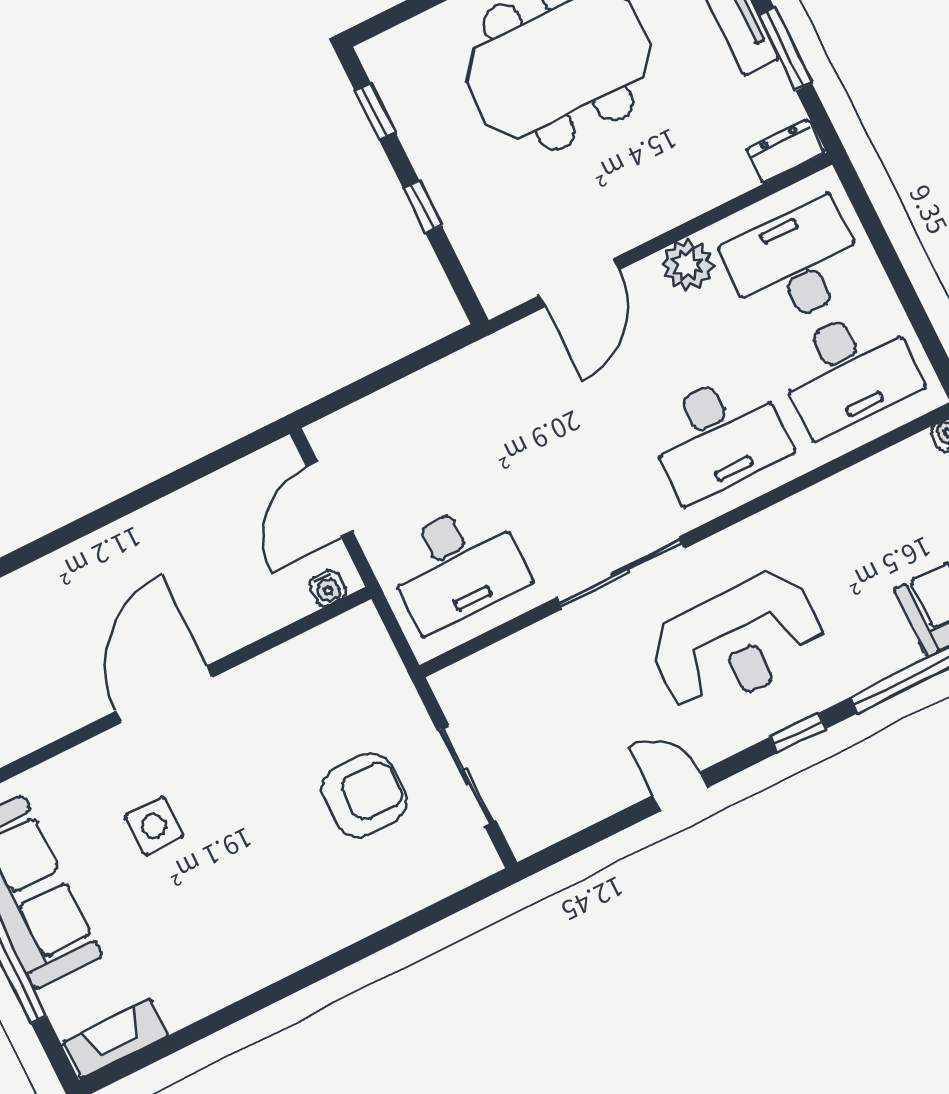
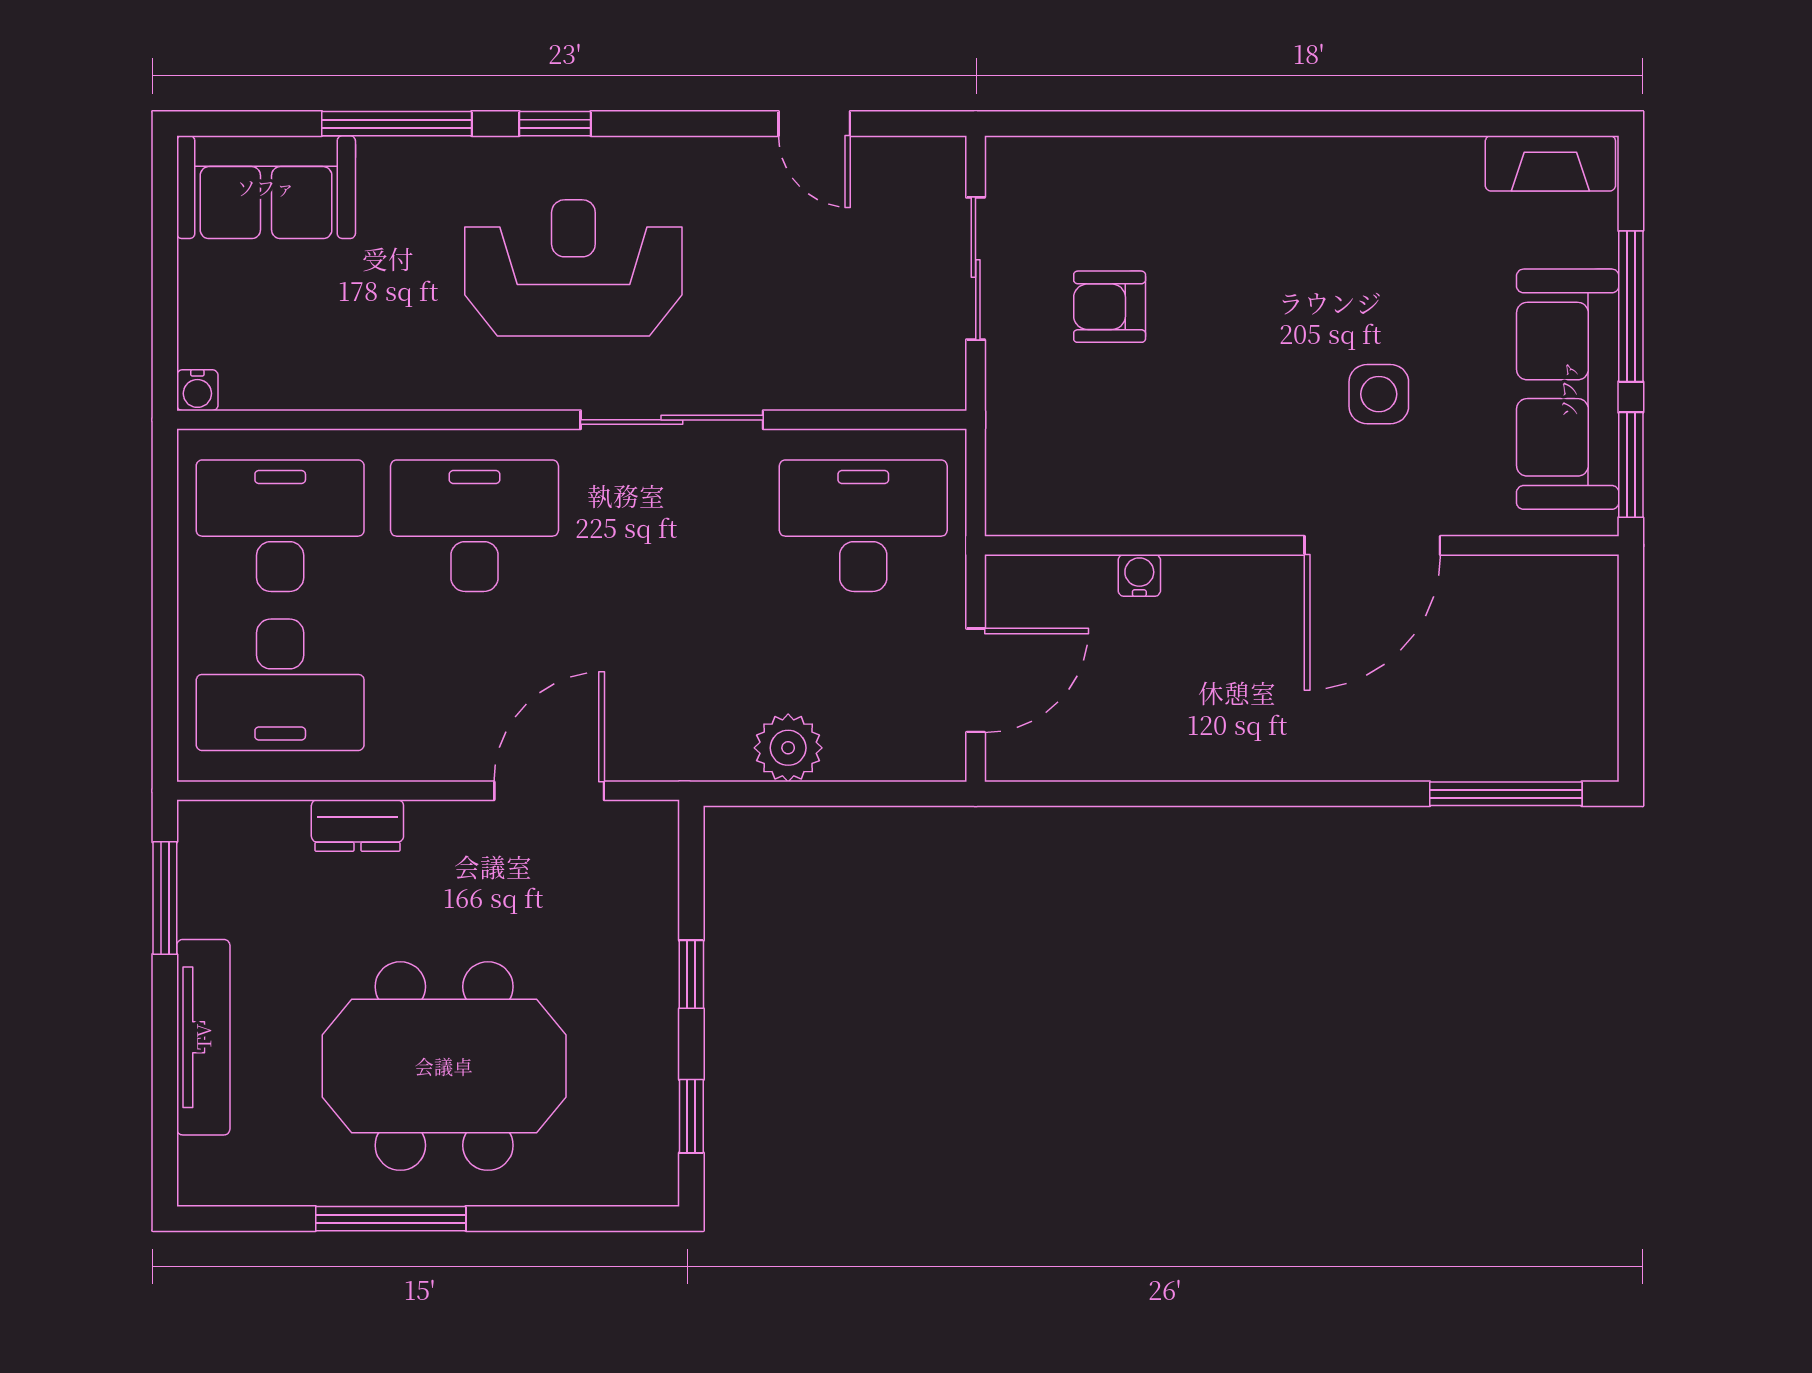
window: (785, 49) -> (165, 898), moved
dresser: (785, 151) -> (357, 826), moved
plant: (687, 265) -> (788, 748), moved
water cooler: (327, 588) -> (1139, 575), moved
door: (164, 694) -> (1372, 545), moved
door: (680, 791) -> (814, 124), moved
armchair: (364, 795) -> (1110, 307), width x0.72, depth x0.72

